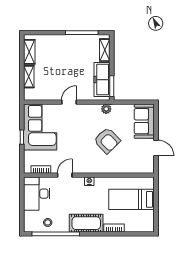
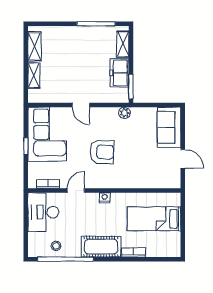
freezer: (102, 80) -> (120, 73), width x0.71
door: (69, 102) -> (81, 105), swing flipped
armchair: (107, 140) -> (102, 152), moved, turned -44

